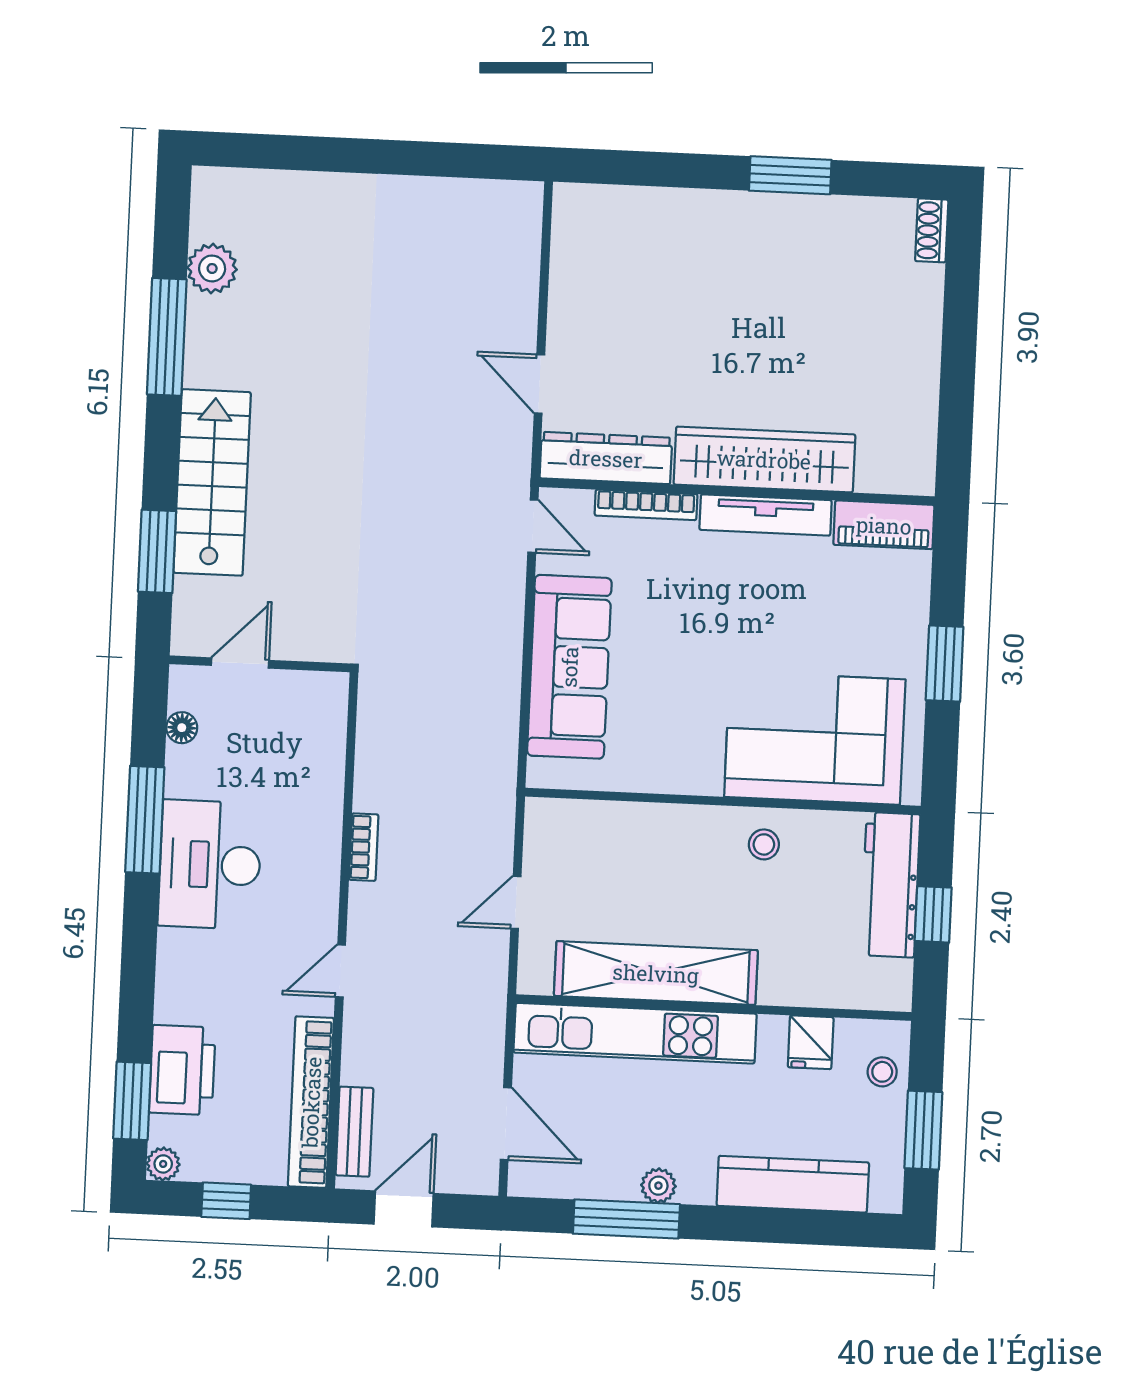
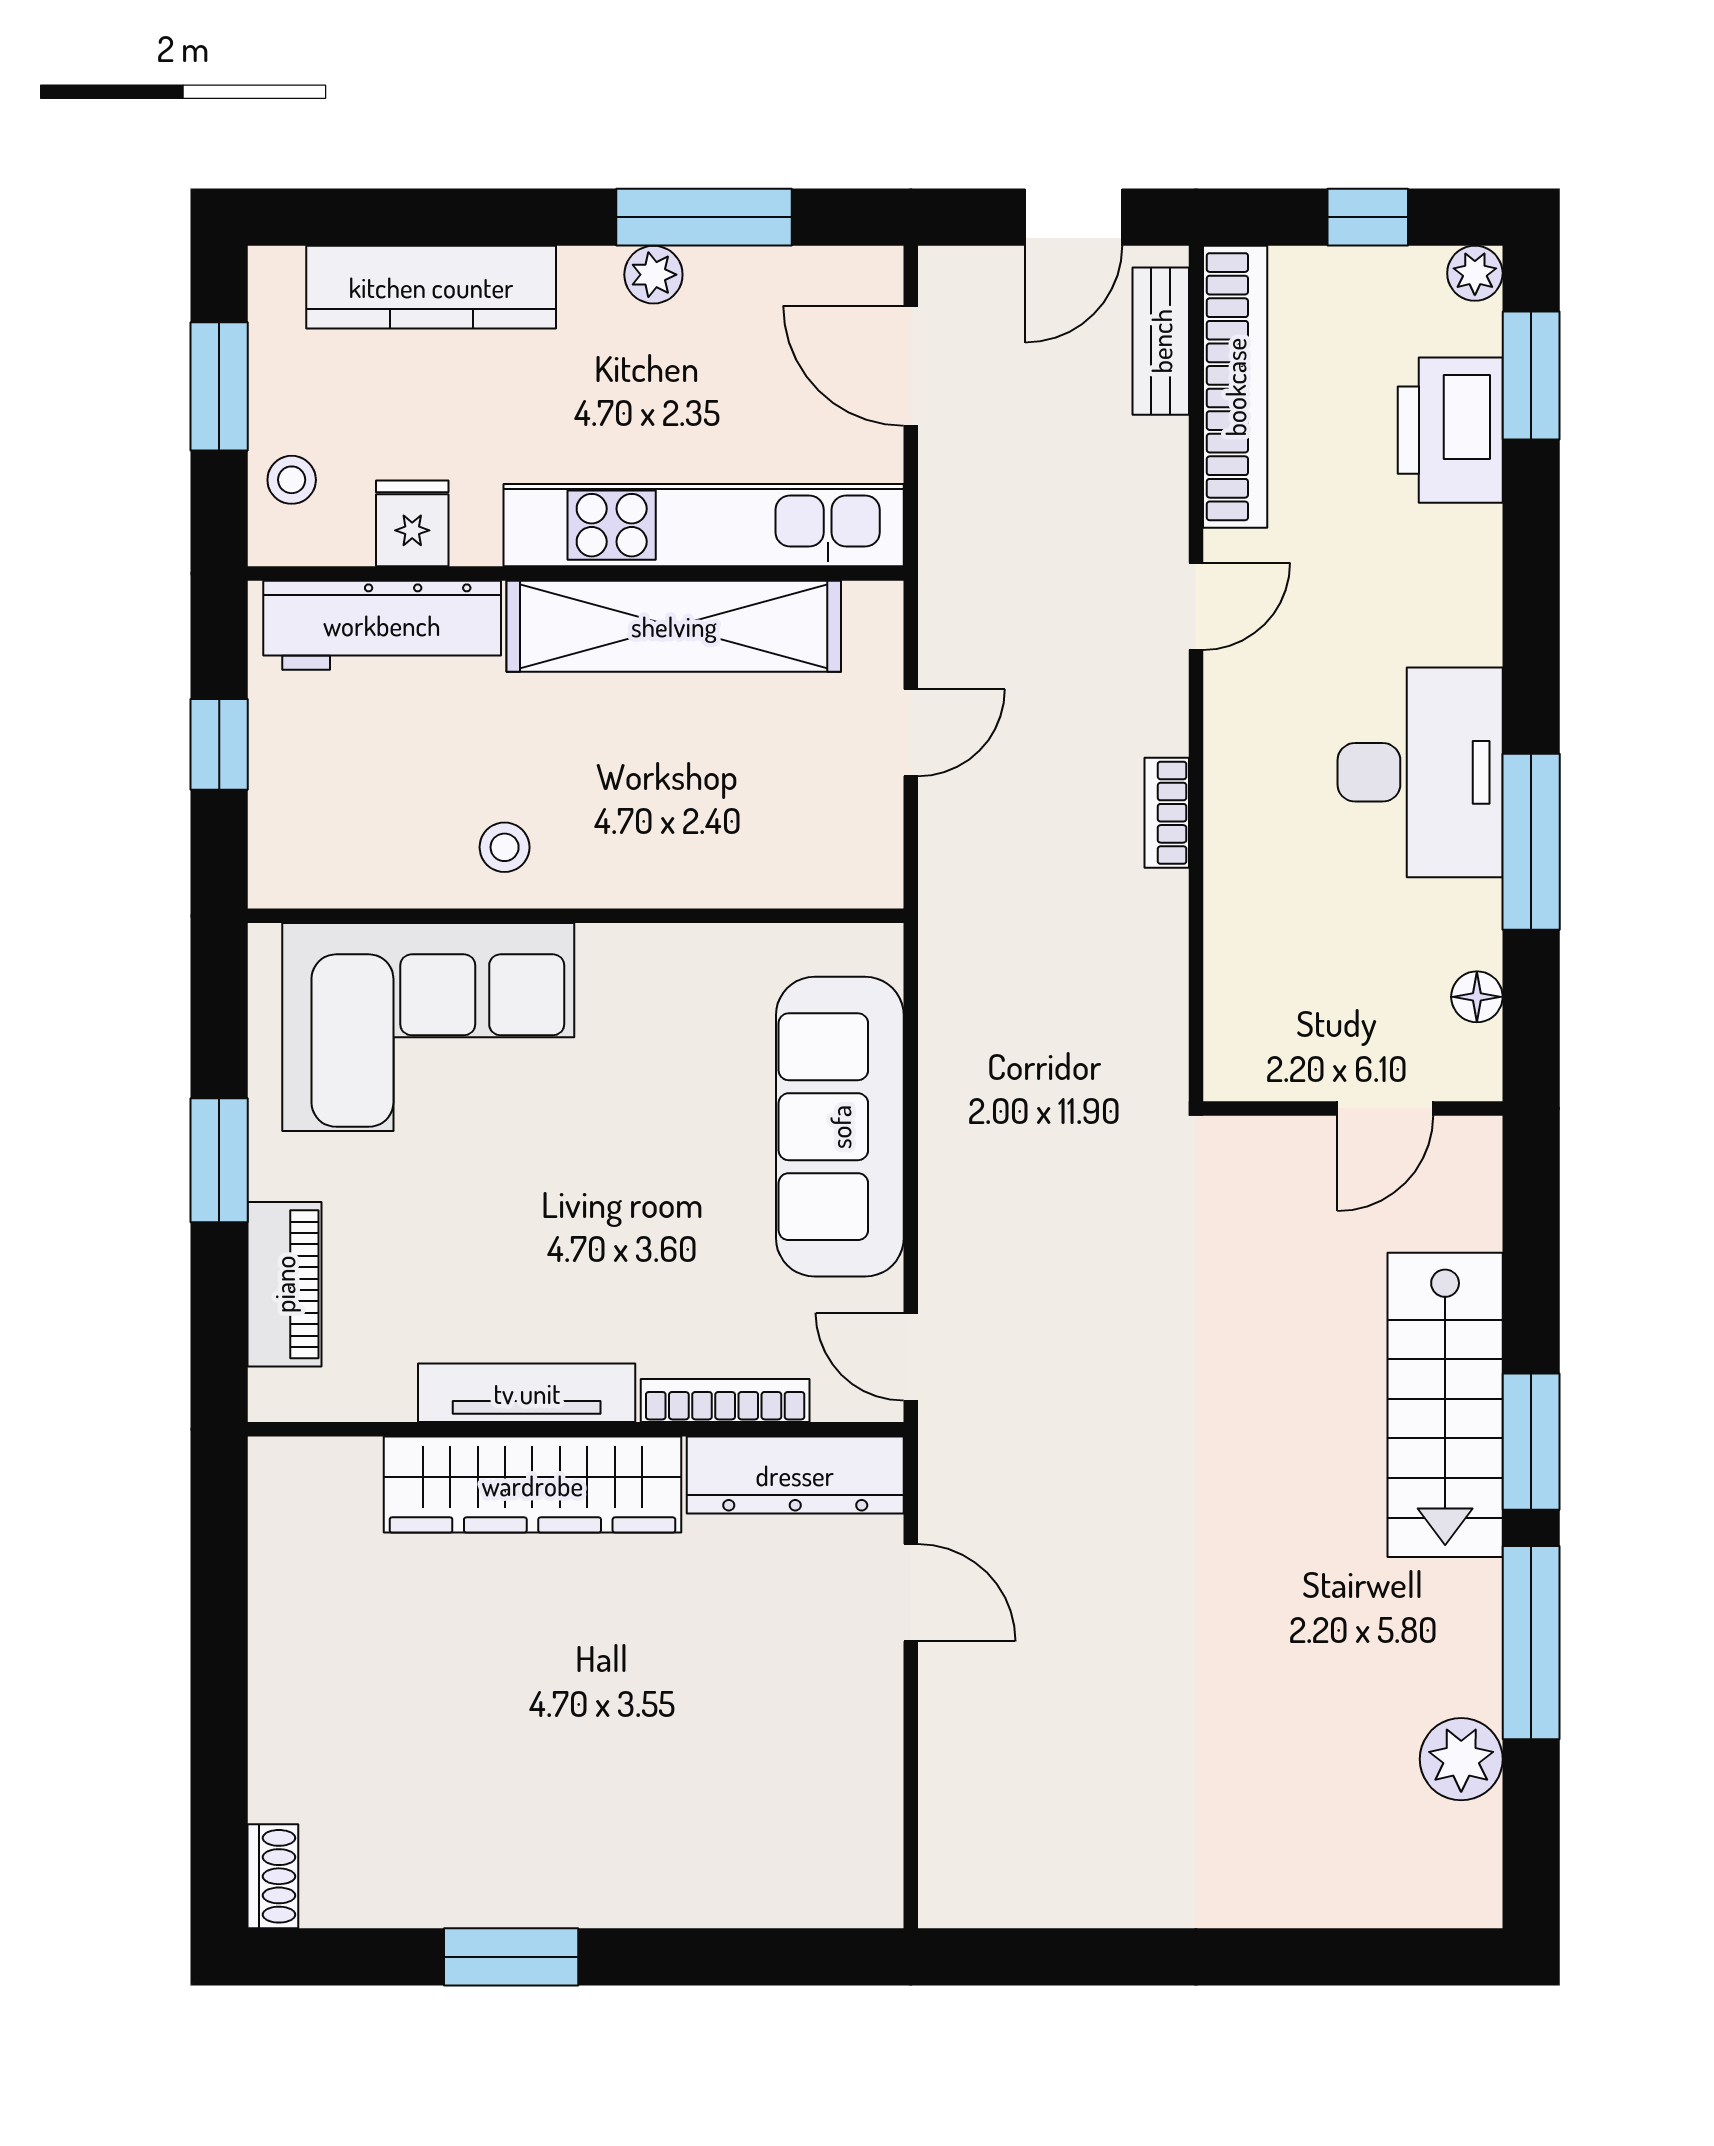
piano: (884, 525) -> (284, 1284), moved, turned 90
window: (157, 551) -> (1531, 1442), moved
workbench: (890, 885) -> (382, 625), moved, turned 90

